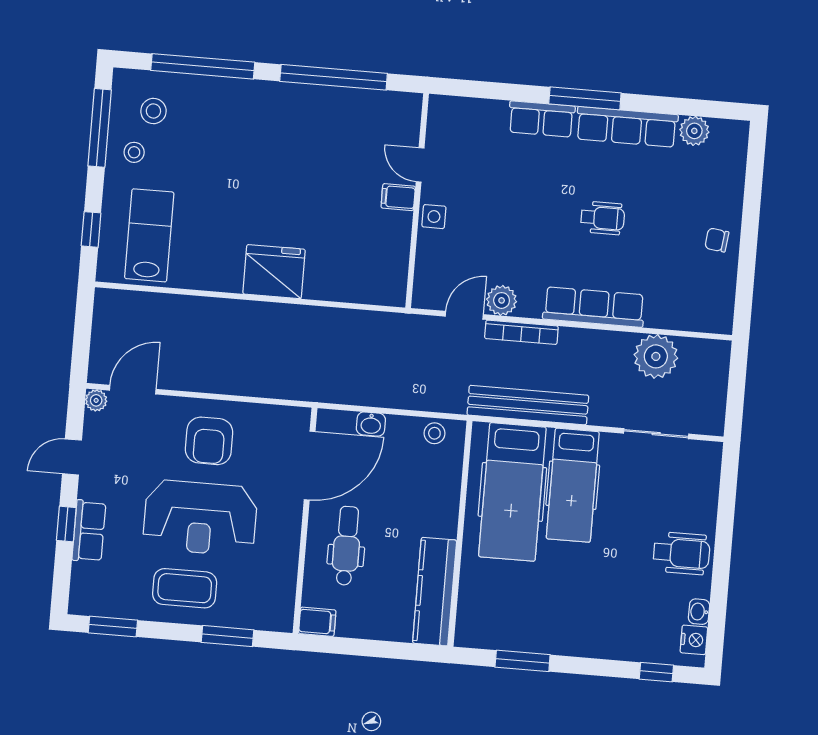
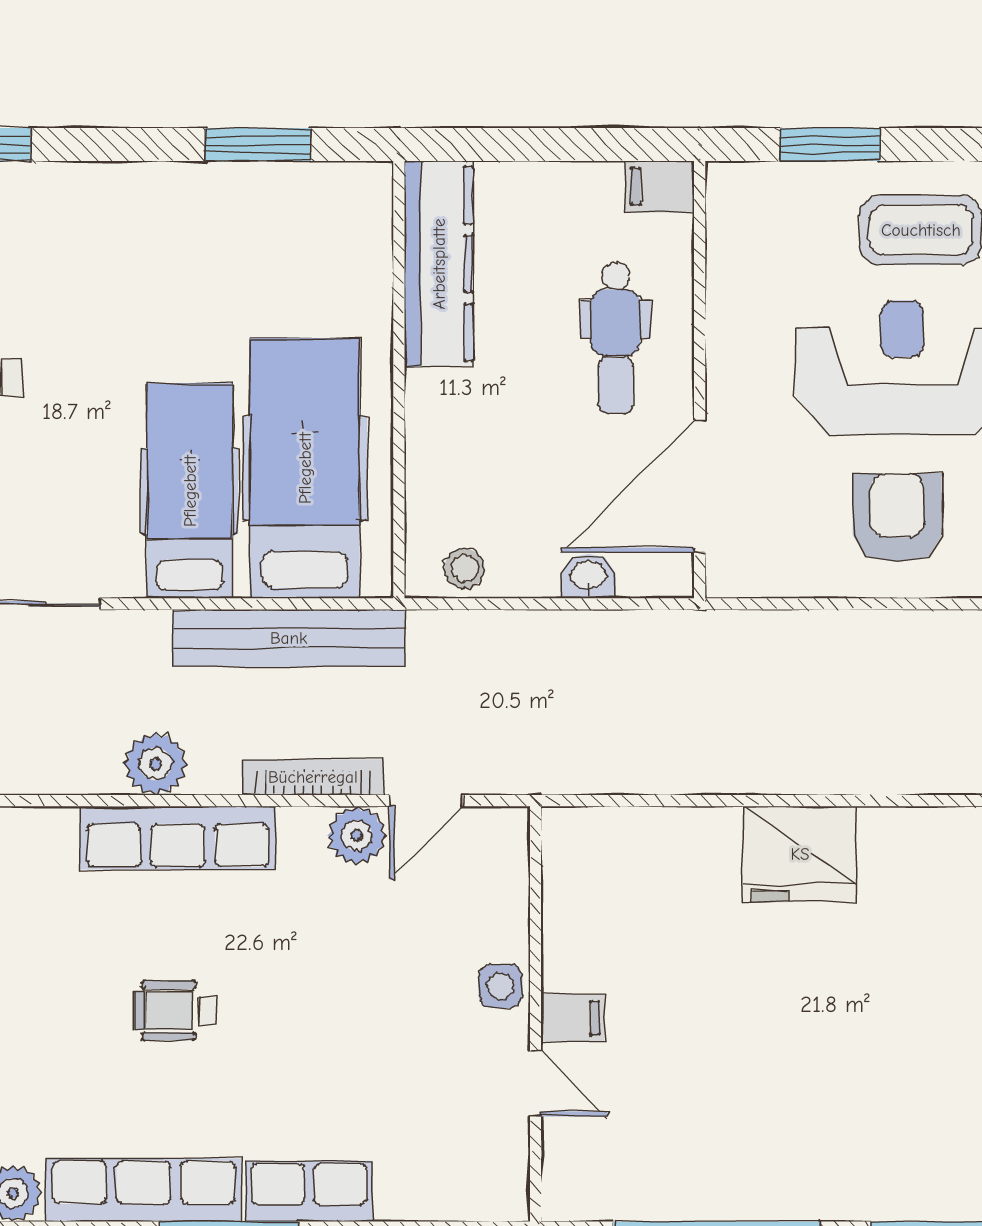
plant: (656, 356) -> (155, 764), moved, width x0.73, depth x0.73

